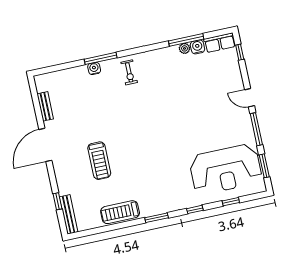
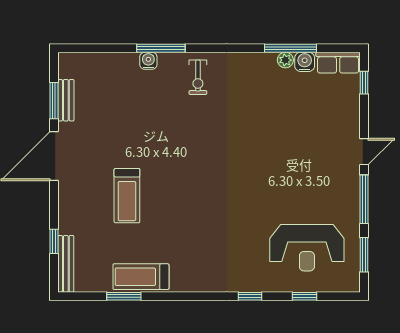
door: (250, 98) -> (364, 152), swing flipped
window: (37, 108) -> (54, 101), added
reception desk: (226, 169) -> (307, 248), width x0.74, depth x0.77
window: (157, 218) -> (124, 296), moved

